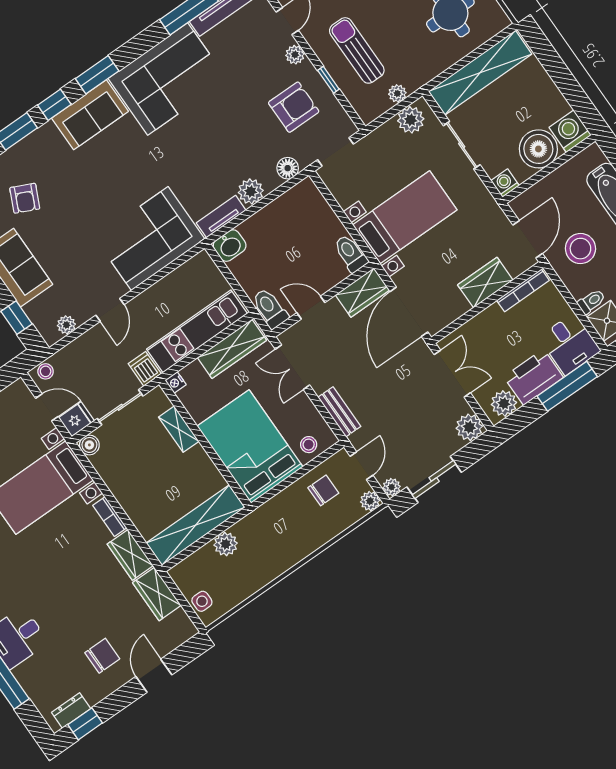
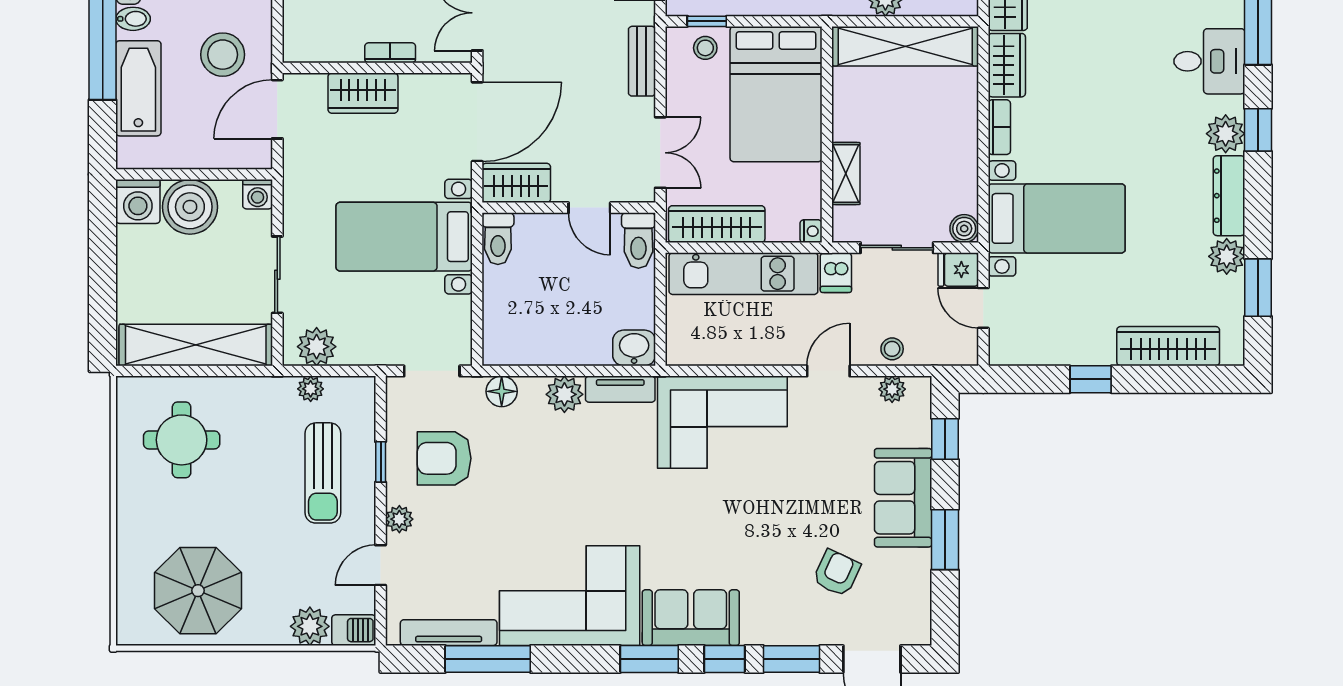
bookcase: (523, 290) -> (390, 53), moved, width x0.64
stool: (46, 371) -> (892, 349), moved
window: (318, 460) -> (707, 21), added

